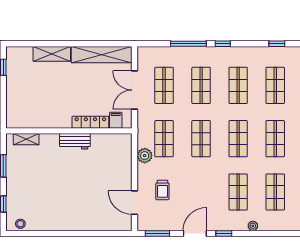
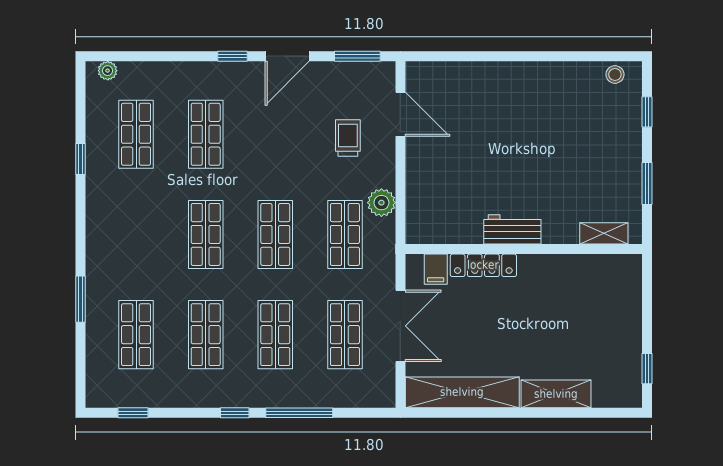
shop shelf: (275, 139) -> (136, 234), removed
plant: (253, 226) -> (108, 71), moved

